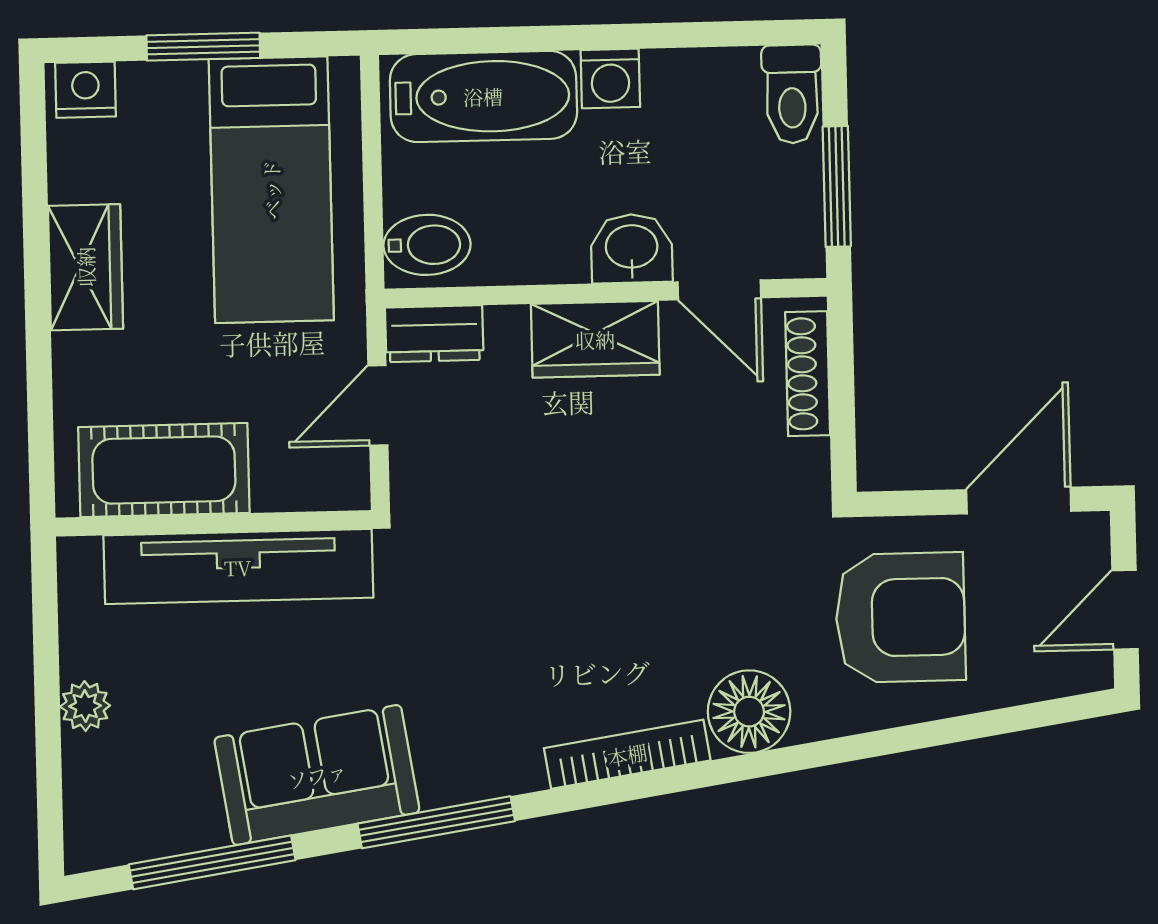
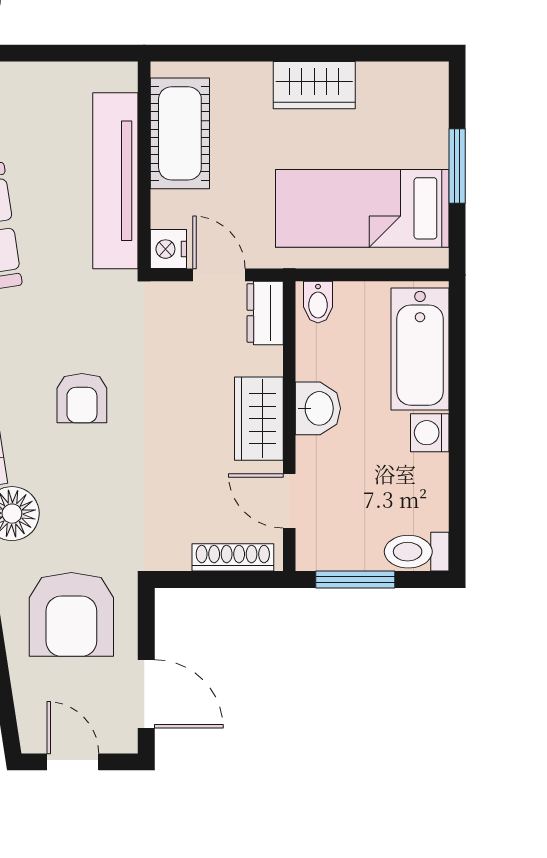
nightstand: (86, 90) -> (168, 249), moved, turned 180
bidet: (427, 245) -> (318, 302), width x0.72, depth x0.74
washbasin: (632, 248) -> (318, 408), moved
door: (719, 290) -> (289, 501), hinge flipped
armchair: (571, 609) -> (82, 398), added
plant: (85, 706) -> (26, 78), removed

